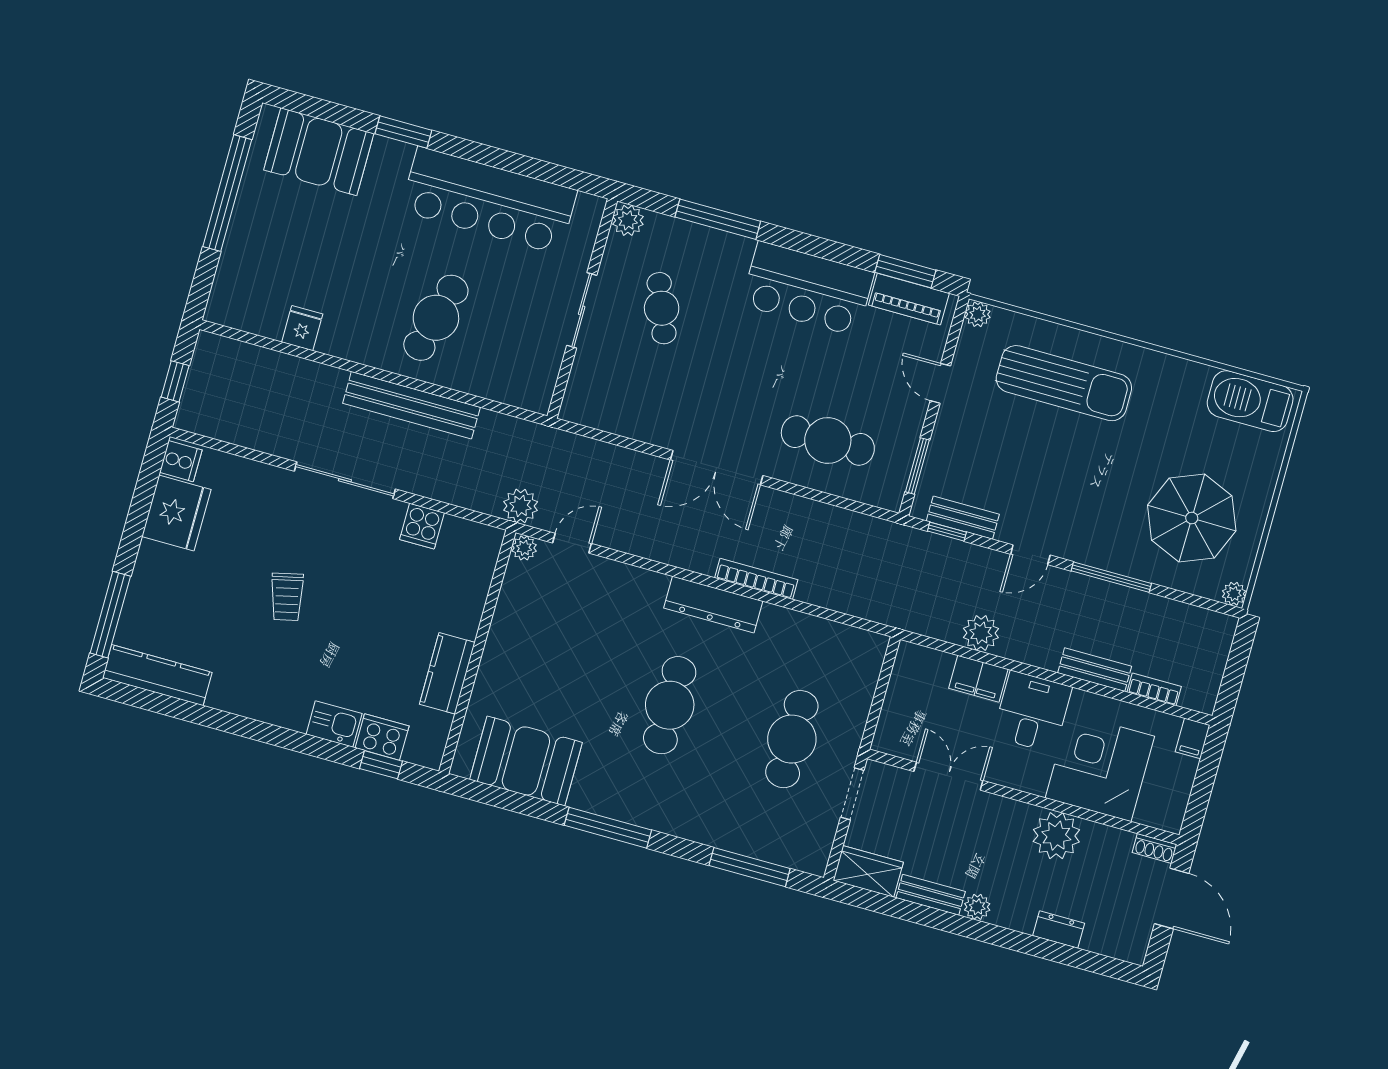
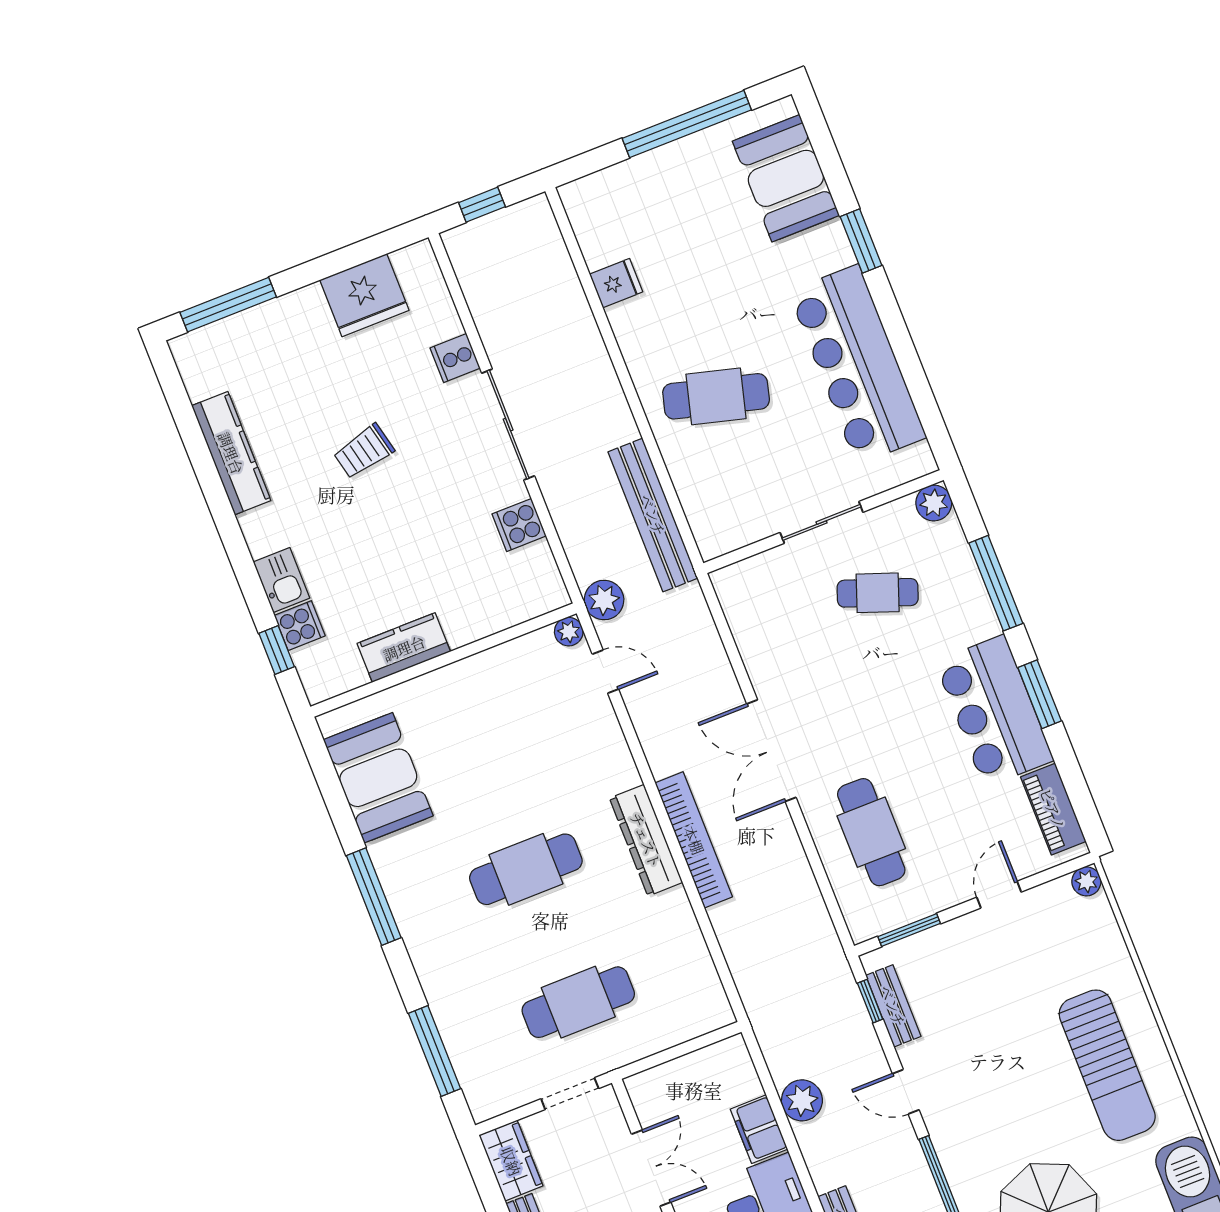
window: (905, 271) -> (1040, 694), moved
cafe table: (662, 308) -> (878, 593), turned 41
sun lounger: (1064, 383) -> (1107, 1065), moved
bench: (411, 405) -> (653, 515), moved
cooker: (181, 461) -> (455, 358), moved, turned 90
bookcase: (756, 579) -> (694, 840), width x1.48, depth x1.31
kitchen counter: (157, 675) -> (231, 453), moved
cooker: (382, 737) -> (300, 626), width x0.73

